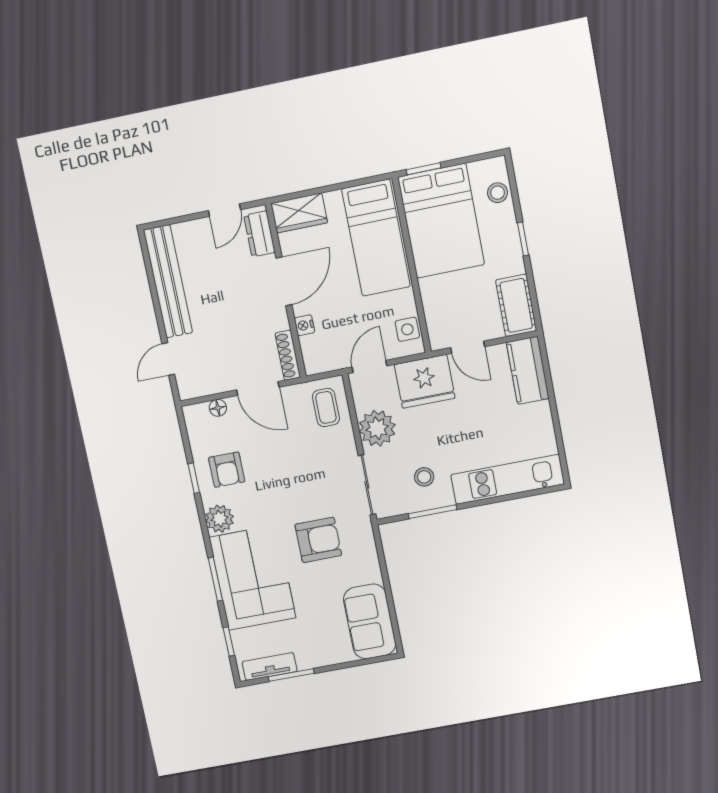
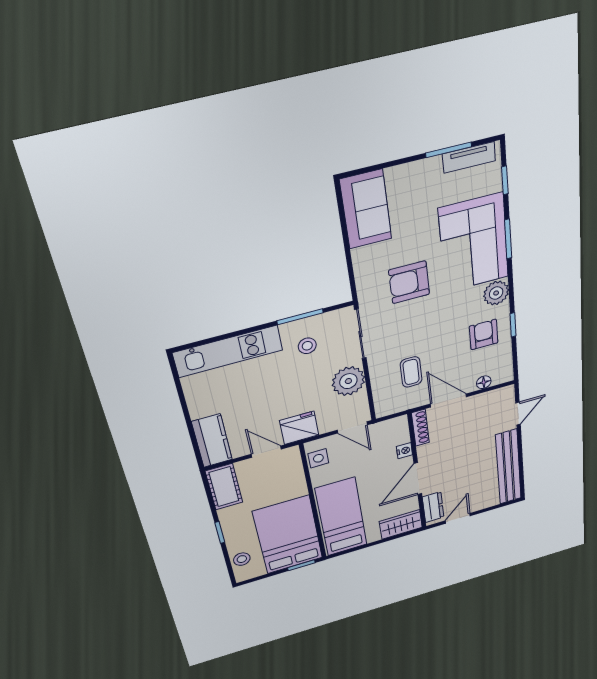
door: (369, 367) -> (352, 427), hinge flipped
fridge: (425, 381) -> (299, 428), width x0.73, depth x0.75
coffee table: (326, 407) -> (411, 372), moved

